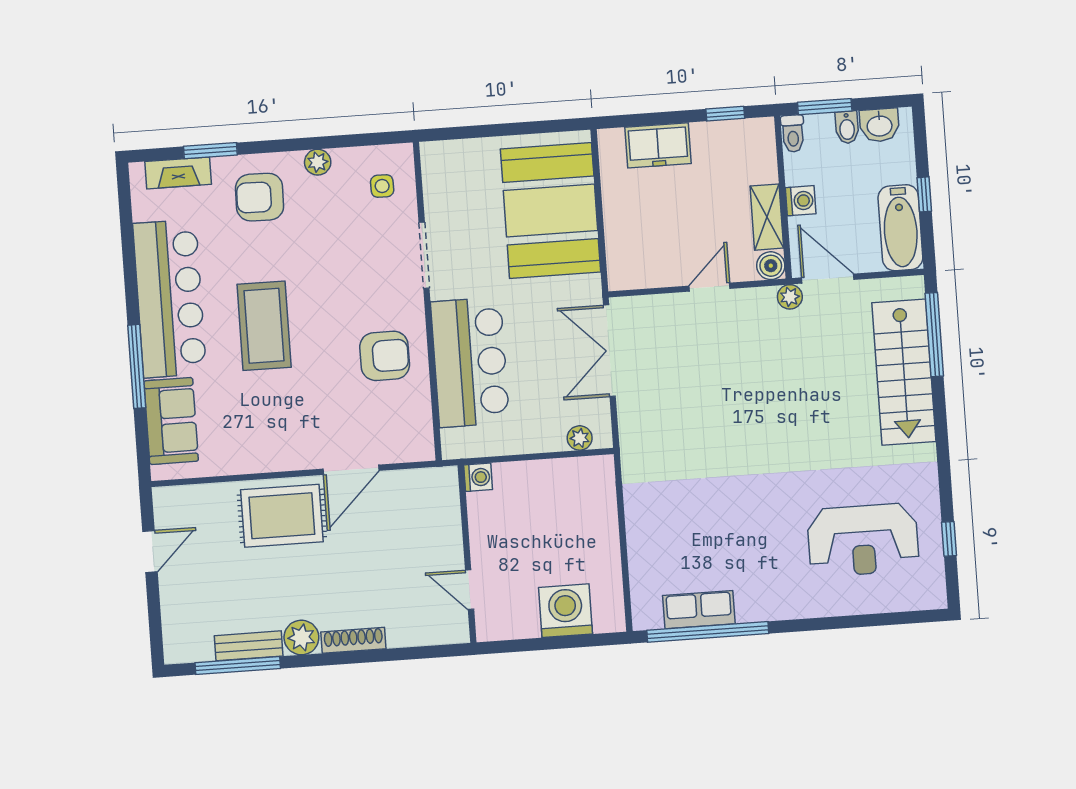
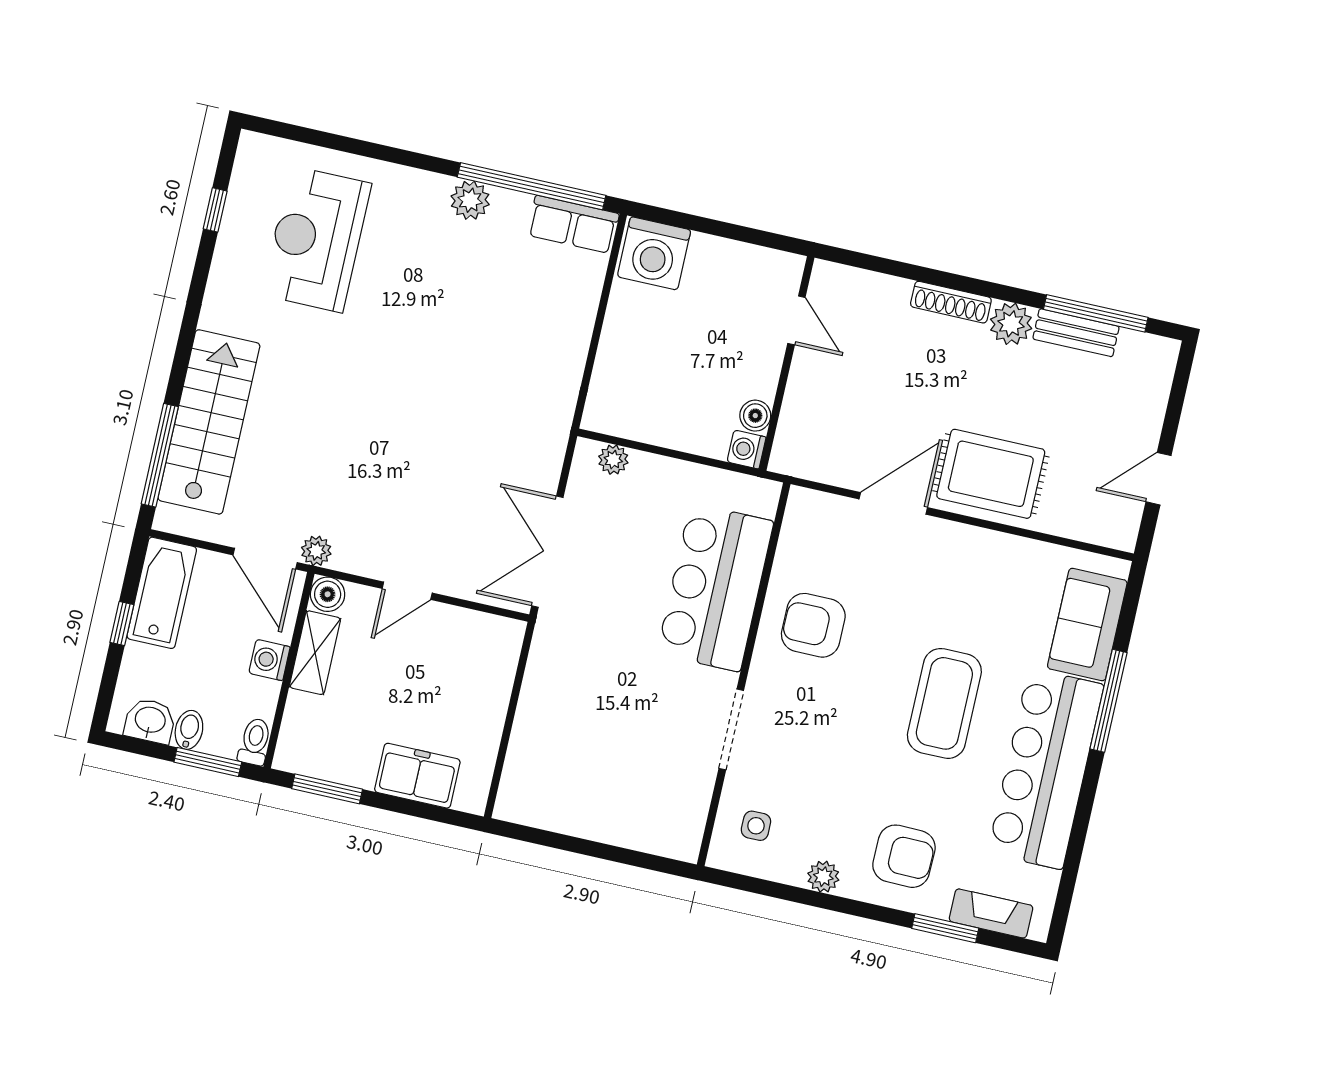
window: (725, 114) -> (327, 789), width x1.50
booth: (551, 211) -> (567, 737), removed
double door: (609, 351) -> (547, 552), swing flipped
boiler: (479, 506) -> (755, 416), added
reception desk: (863, 540) -> (317, 239), turned -90
plant: (752, 607) -> (470, 200), added
row of seats: (699, 610) -> (573, 224), moved
washing machine: (566, 611) -> (654, 253), moved

